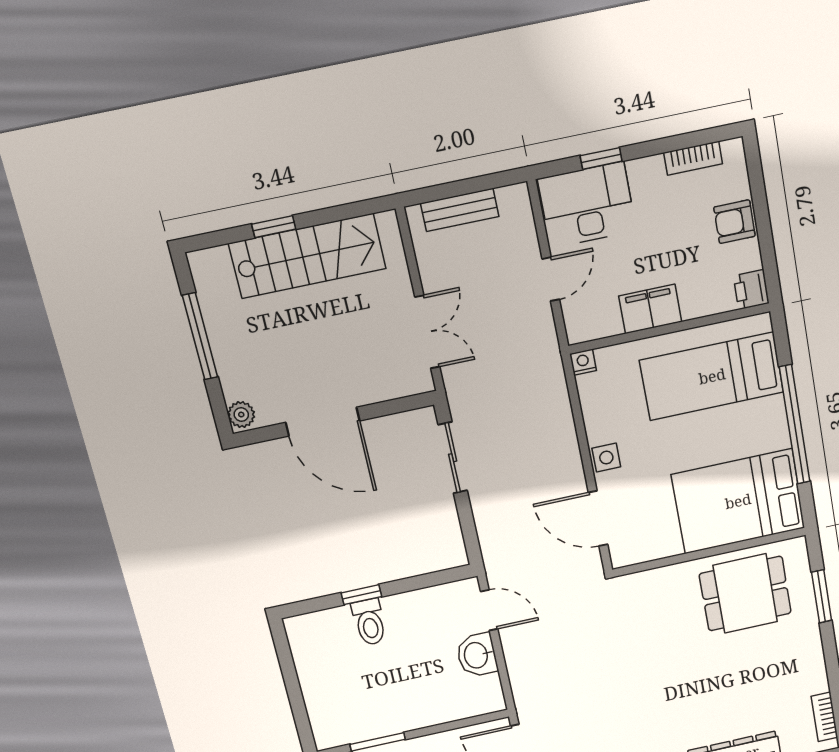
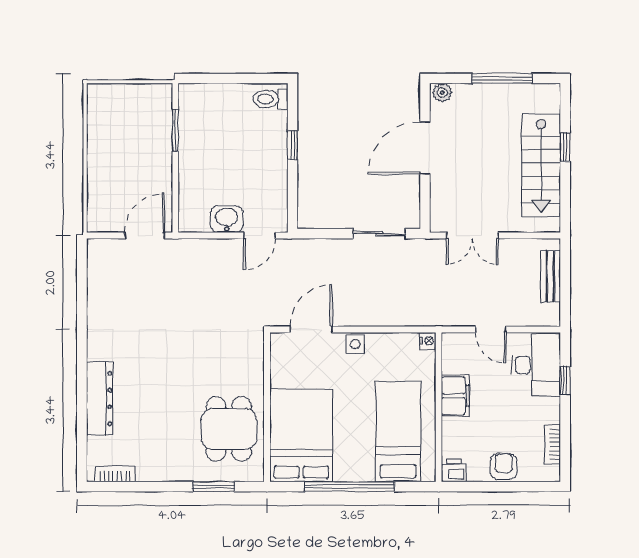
toilet: (369, 622) -> (270, 99), moved

